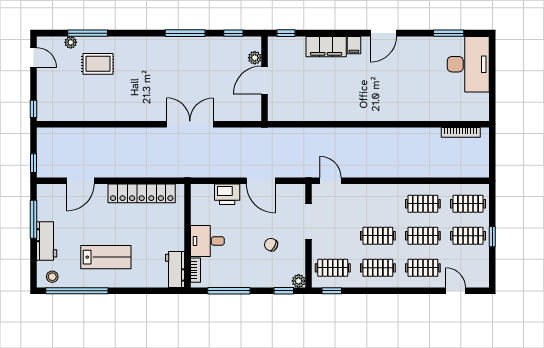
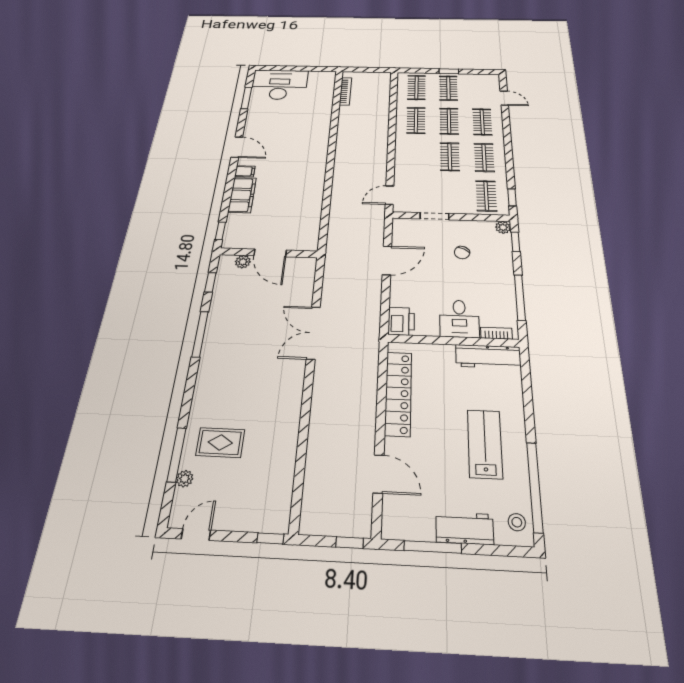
rug: (98, 64) -> (220, 443), turned 90
printer: (227, 194) -> (401, 321), moved
doorway: (308, 221) -> (434, 216), width x0.73
workbench: (175, 269) -> (488, 357), width x1.37
door: (456, 291) -> (504, 98), swing flipped

